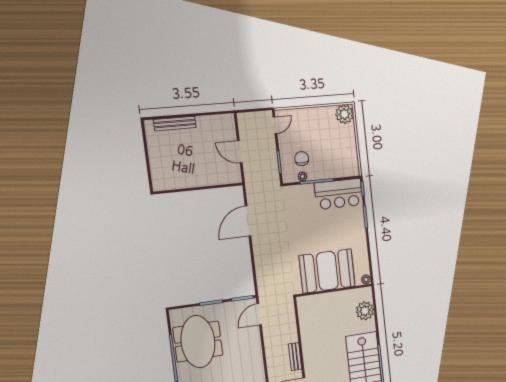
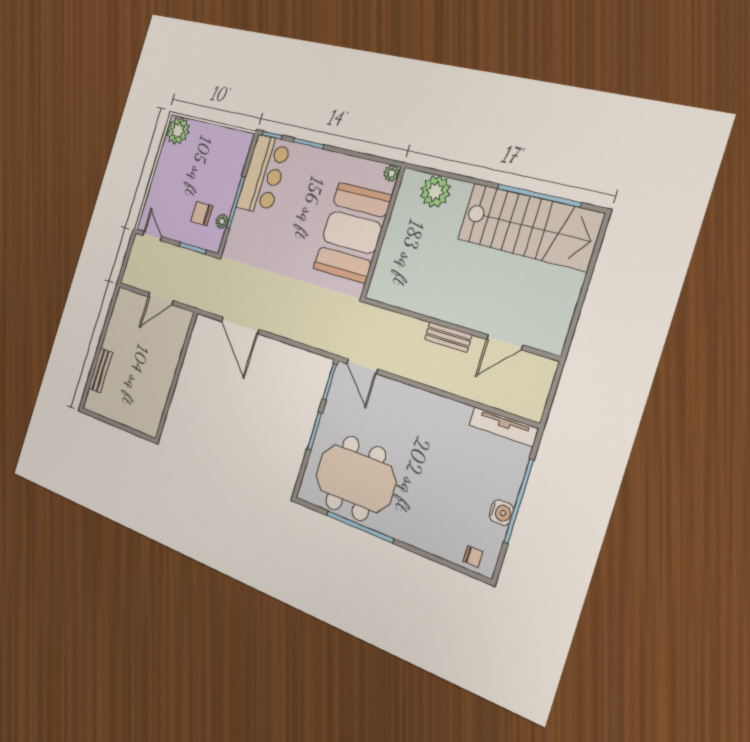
bench: (175, 124) -> (100, 370), width x0.73

